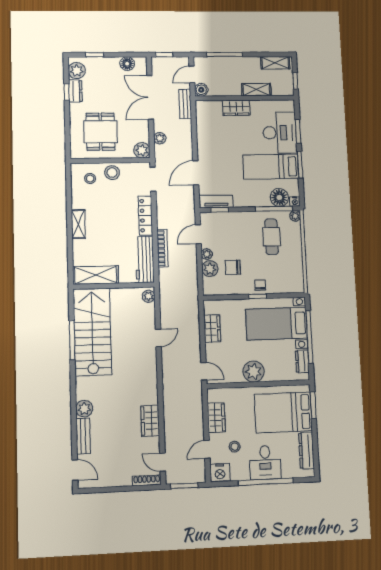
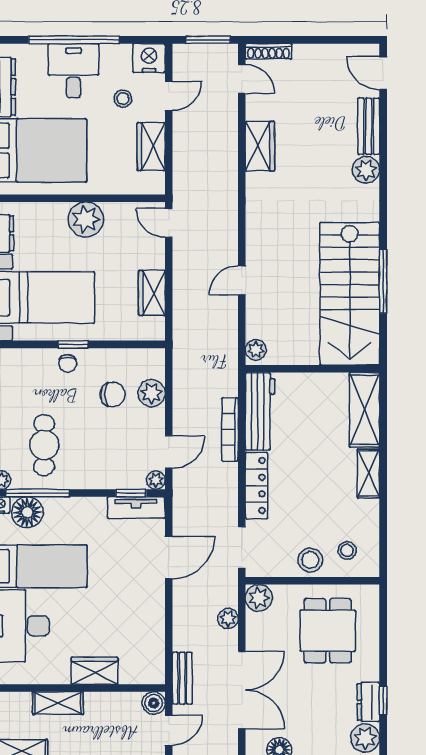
plant: (207, 254) -> (156, 480), moved
shelving: (96, 275) -> (365, 410), moved, turned 90

